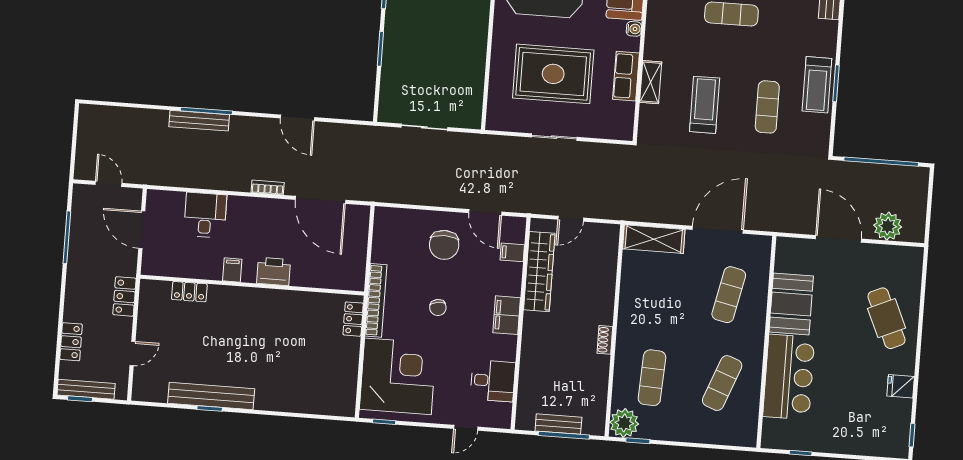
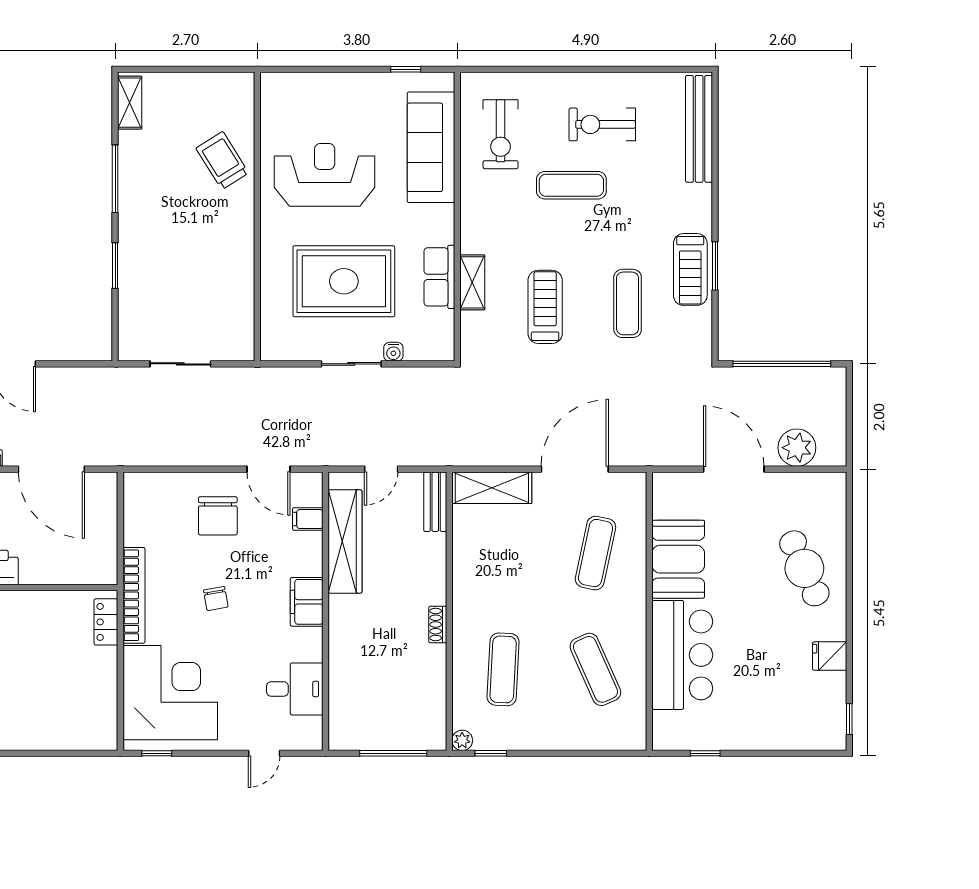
water cooler: (634, 29) -> (393, 352), moved, turned 90
exercise mat: (722, 383) -> (595, 669), turned -45
plant: (624, 423) -> (462, 740), width x0.53, depth x0.53
bench: (558, 424) -> (435, 502), moved, turned 90

